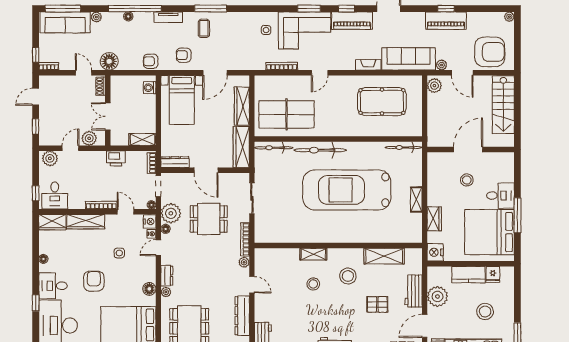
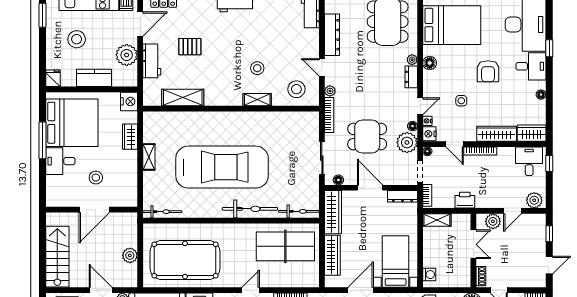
plant: (434, 86) -> (130, 255), moved
pool table: (382, 102) -> (185, 260), width x1.36, depth x1.32
floor lamp: (236, 178) -> (338, 180), added
fridge: (493, 274) -> (53, 78), moved
stool: (348, 276) -> (296, 89), moved

